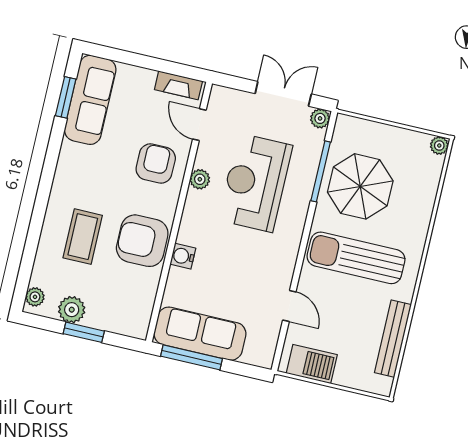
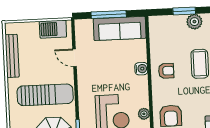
armchair: (142, 241) -> (166, 71), width x0.53, depth x0.53
window: (192, 357) -> (109, 15), moved

